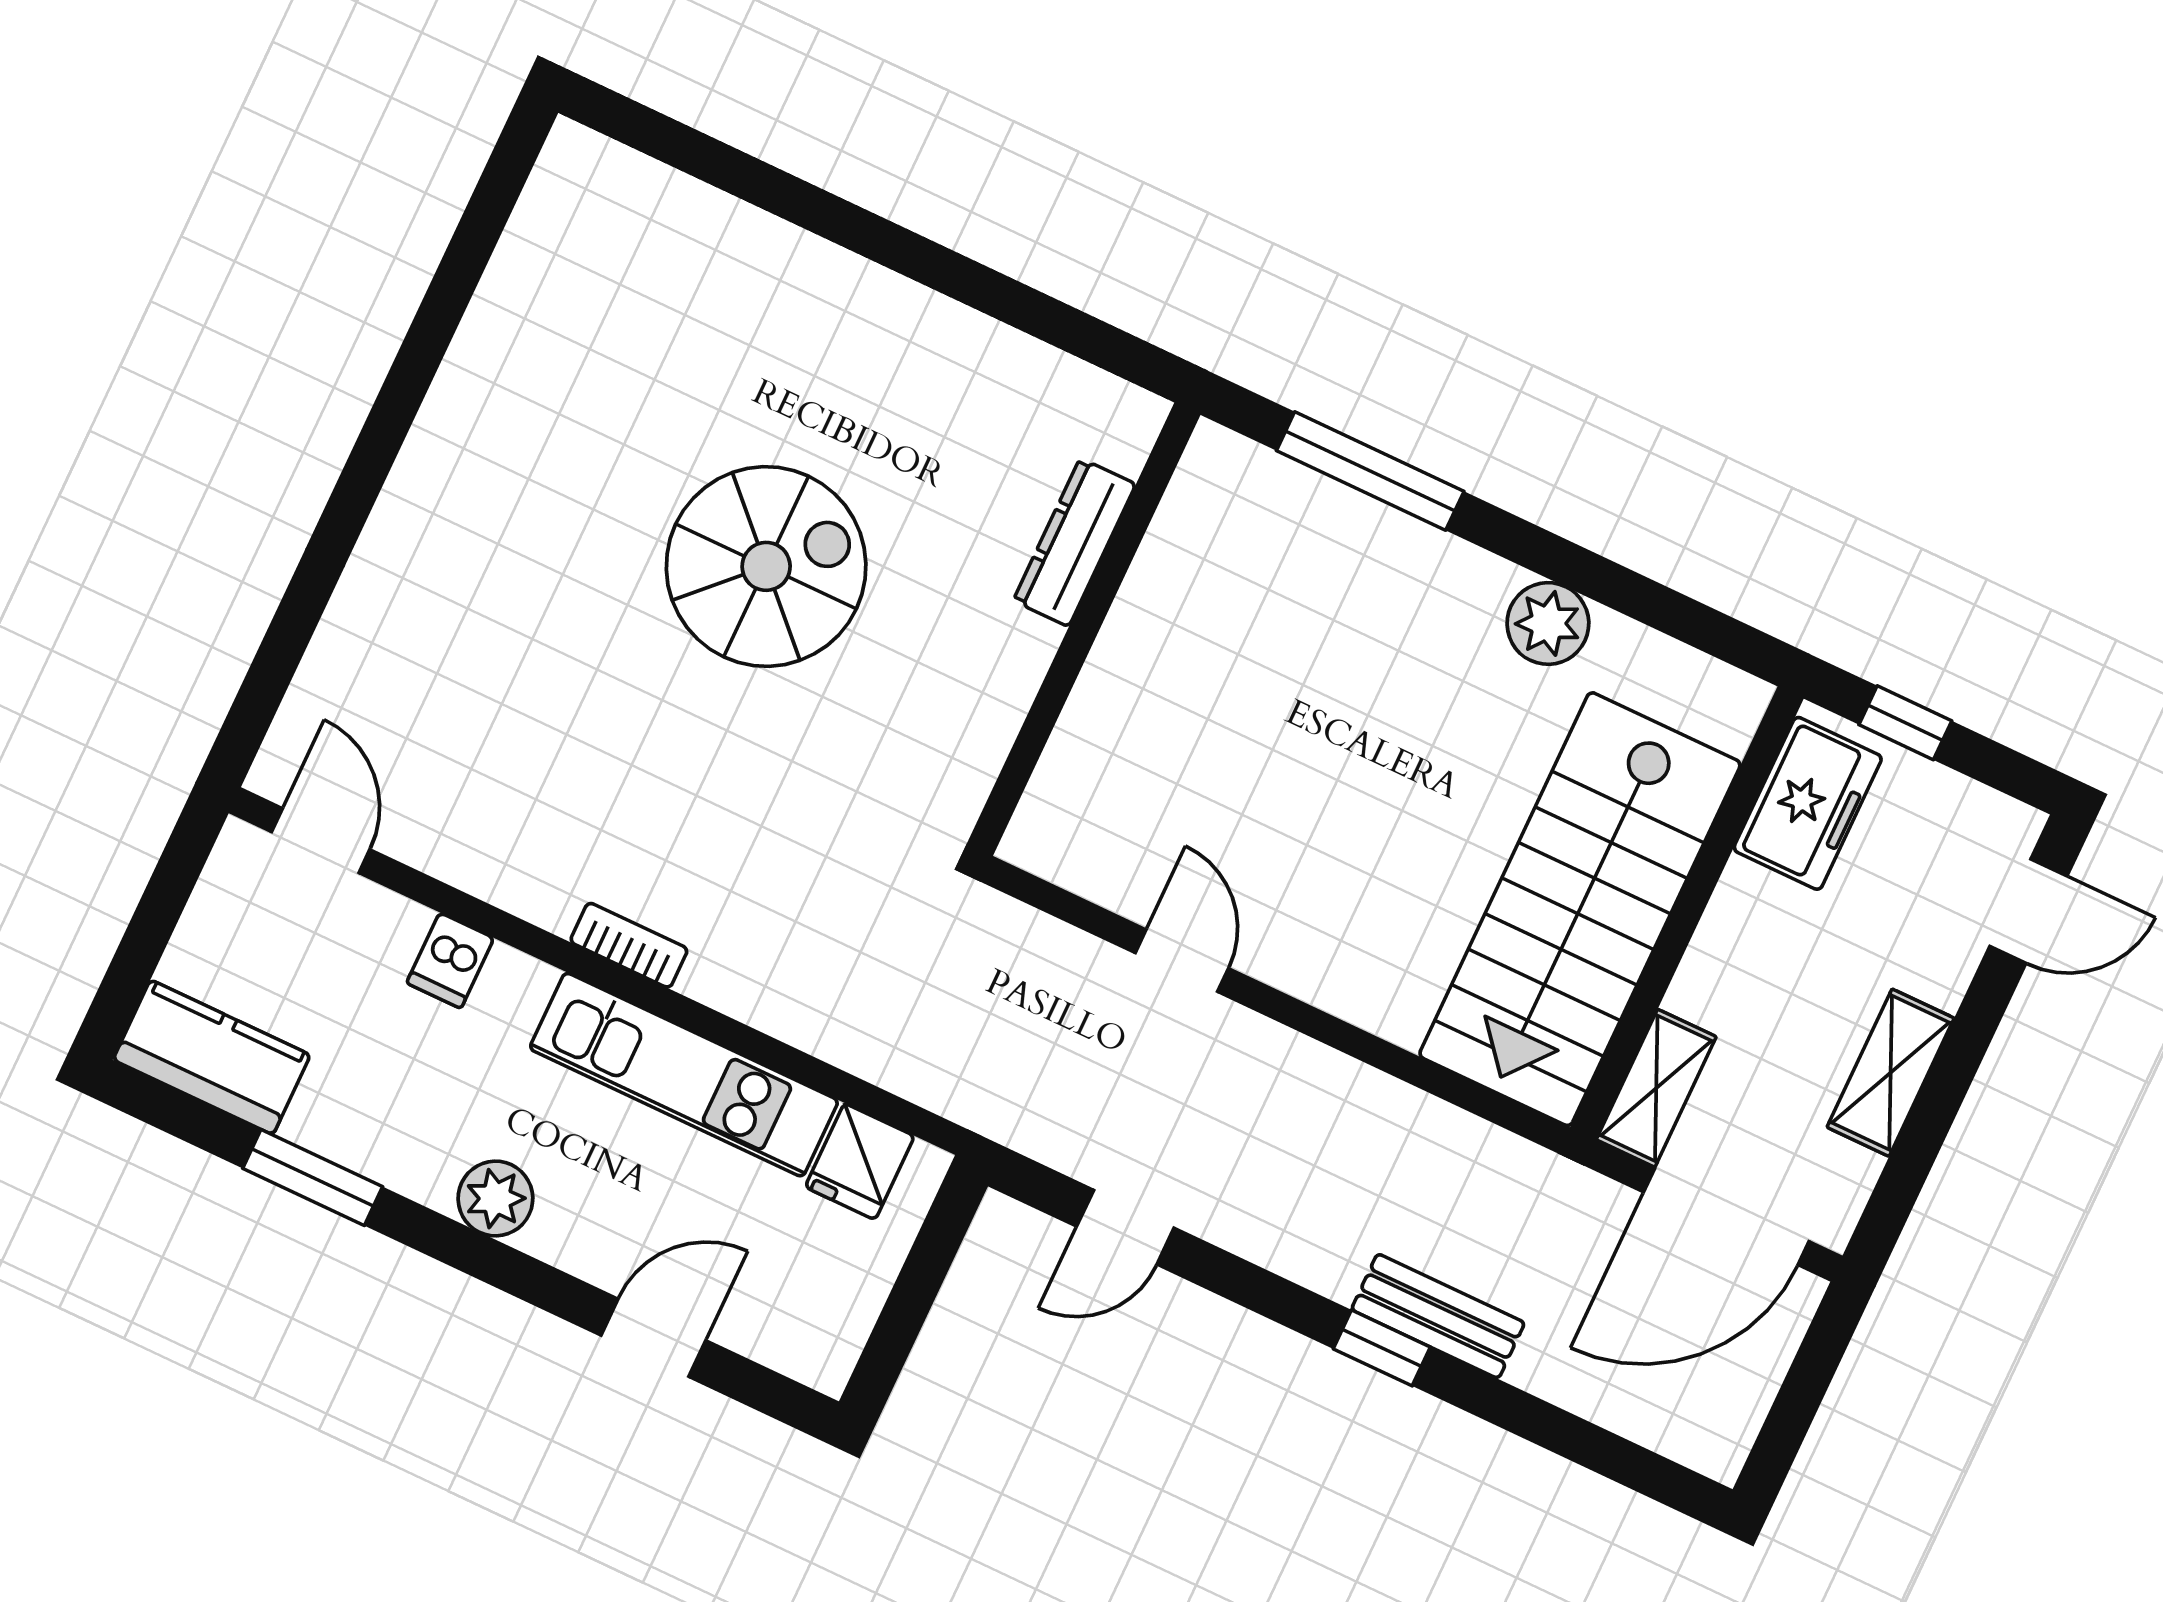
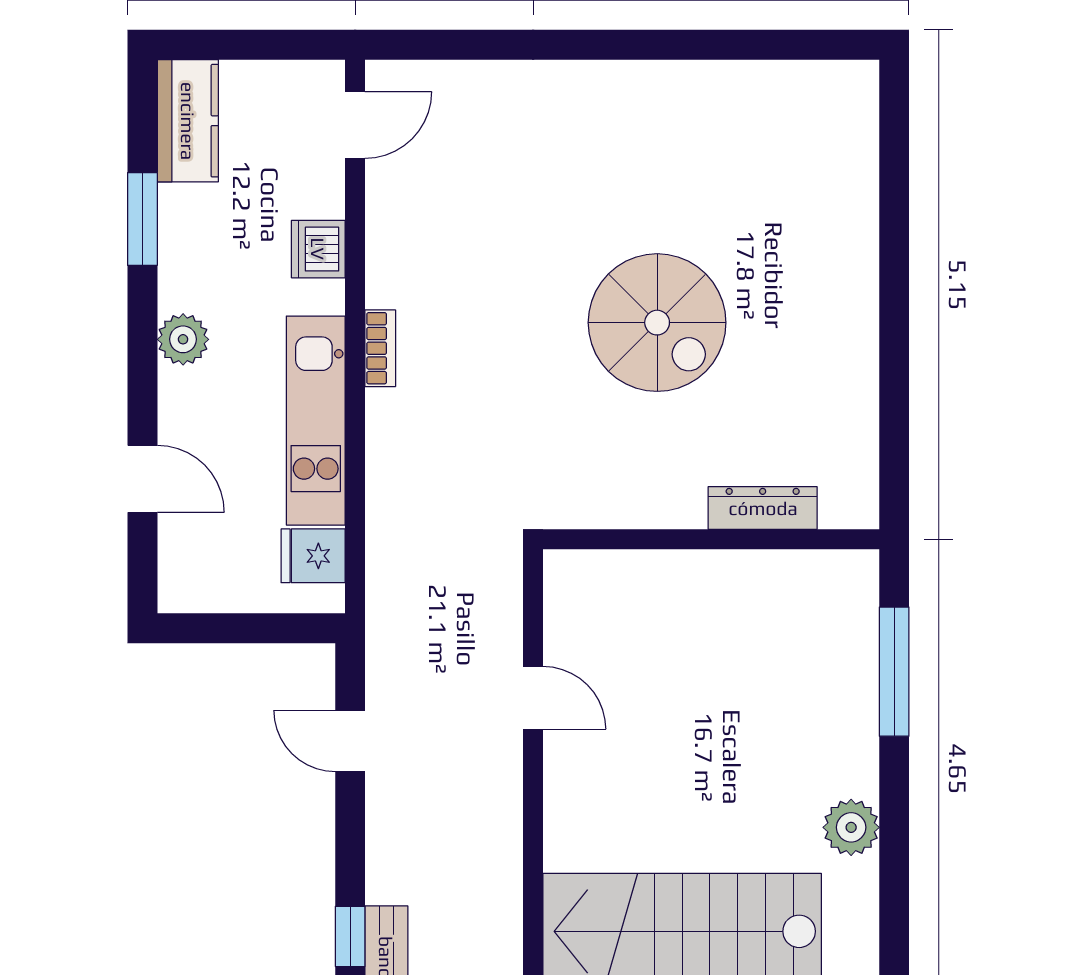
dishwasher: (450, 961) -> (318, 249), width x1.38
door: (1182, 961) -> (533, 698), hinge flipped

